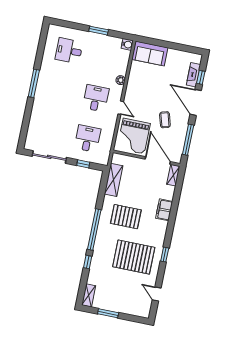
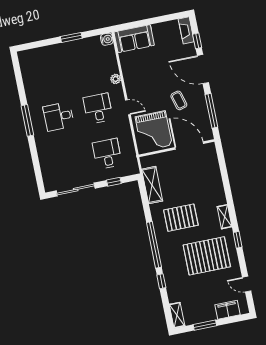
desk: (69, 51) -> (59, 116), moved
fireplace: (193, 75) -> (186, 30), moved
shelving: (173, 175) -> (224, 217), moved
filing cabinet: (164, 210) -> (227, 310), moved, turned 90

